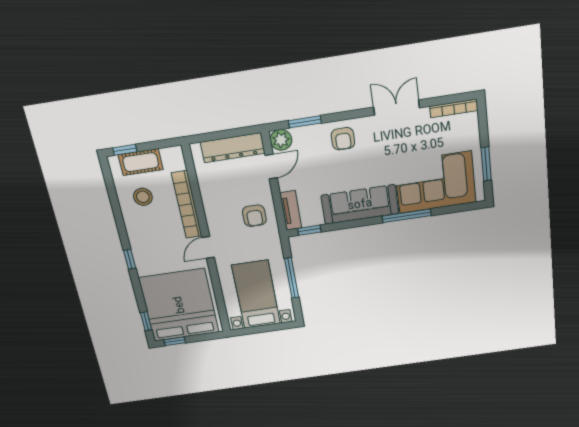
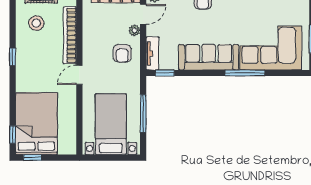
plant: (264, 187) -> (135, 30), added
window: (130, 259) -> (13, 57), moved
bed: (179, 305) -> (36, 124), width x0.73

